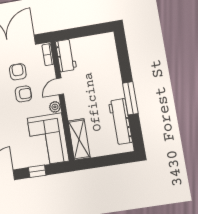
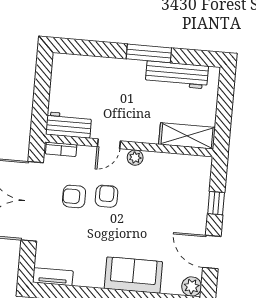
door: (60, 86) -> (109, 144), hinge flipped
corner sofa: (48, 139) -> (177, 178), removed

